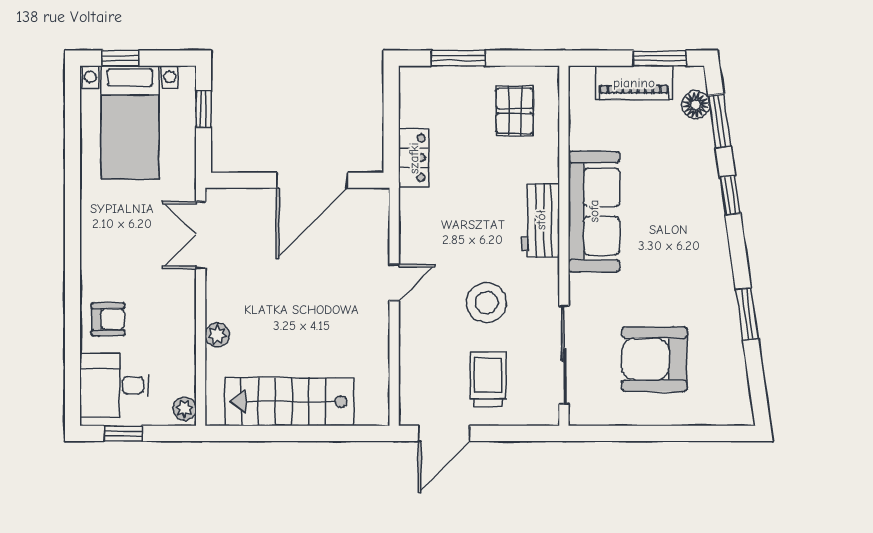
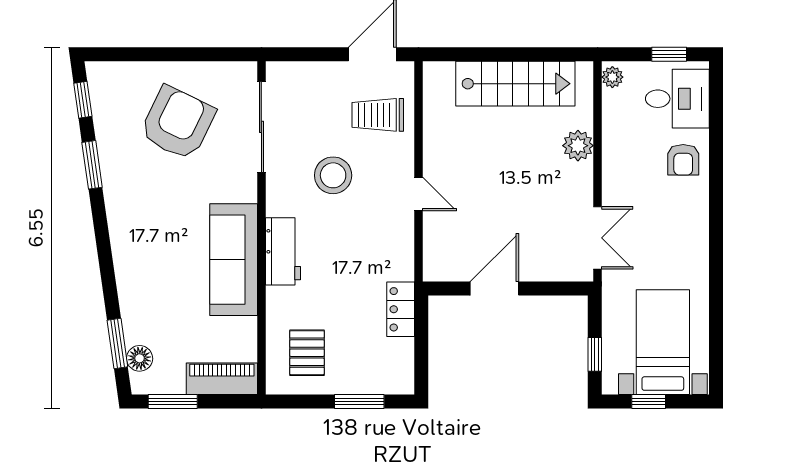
window: (120, 58) -> (649, 401), moved
piano: (634, 83) -> (222, 379), moved
door: (312, 180) -> (494, 288), width x0.73
window: (730, 195) -> (83, 100), moved
door: (394, 282) -> (418, 194), swing flipped
armchair: (108, 319) -> (683, 160), turned -90
plant: (217, 335) -> (578, 146), width x1.38, depth x1.38
armchair: (655, 359) -> (178, 123), turned -64
trolley: (488, 379) -> (378, 115), moved, turned 90

